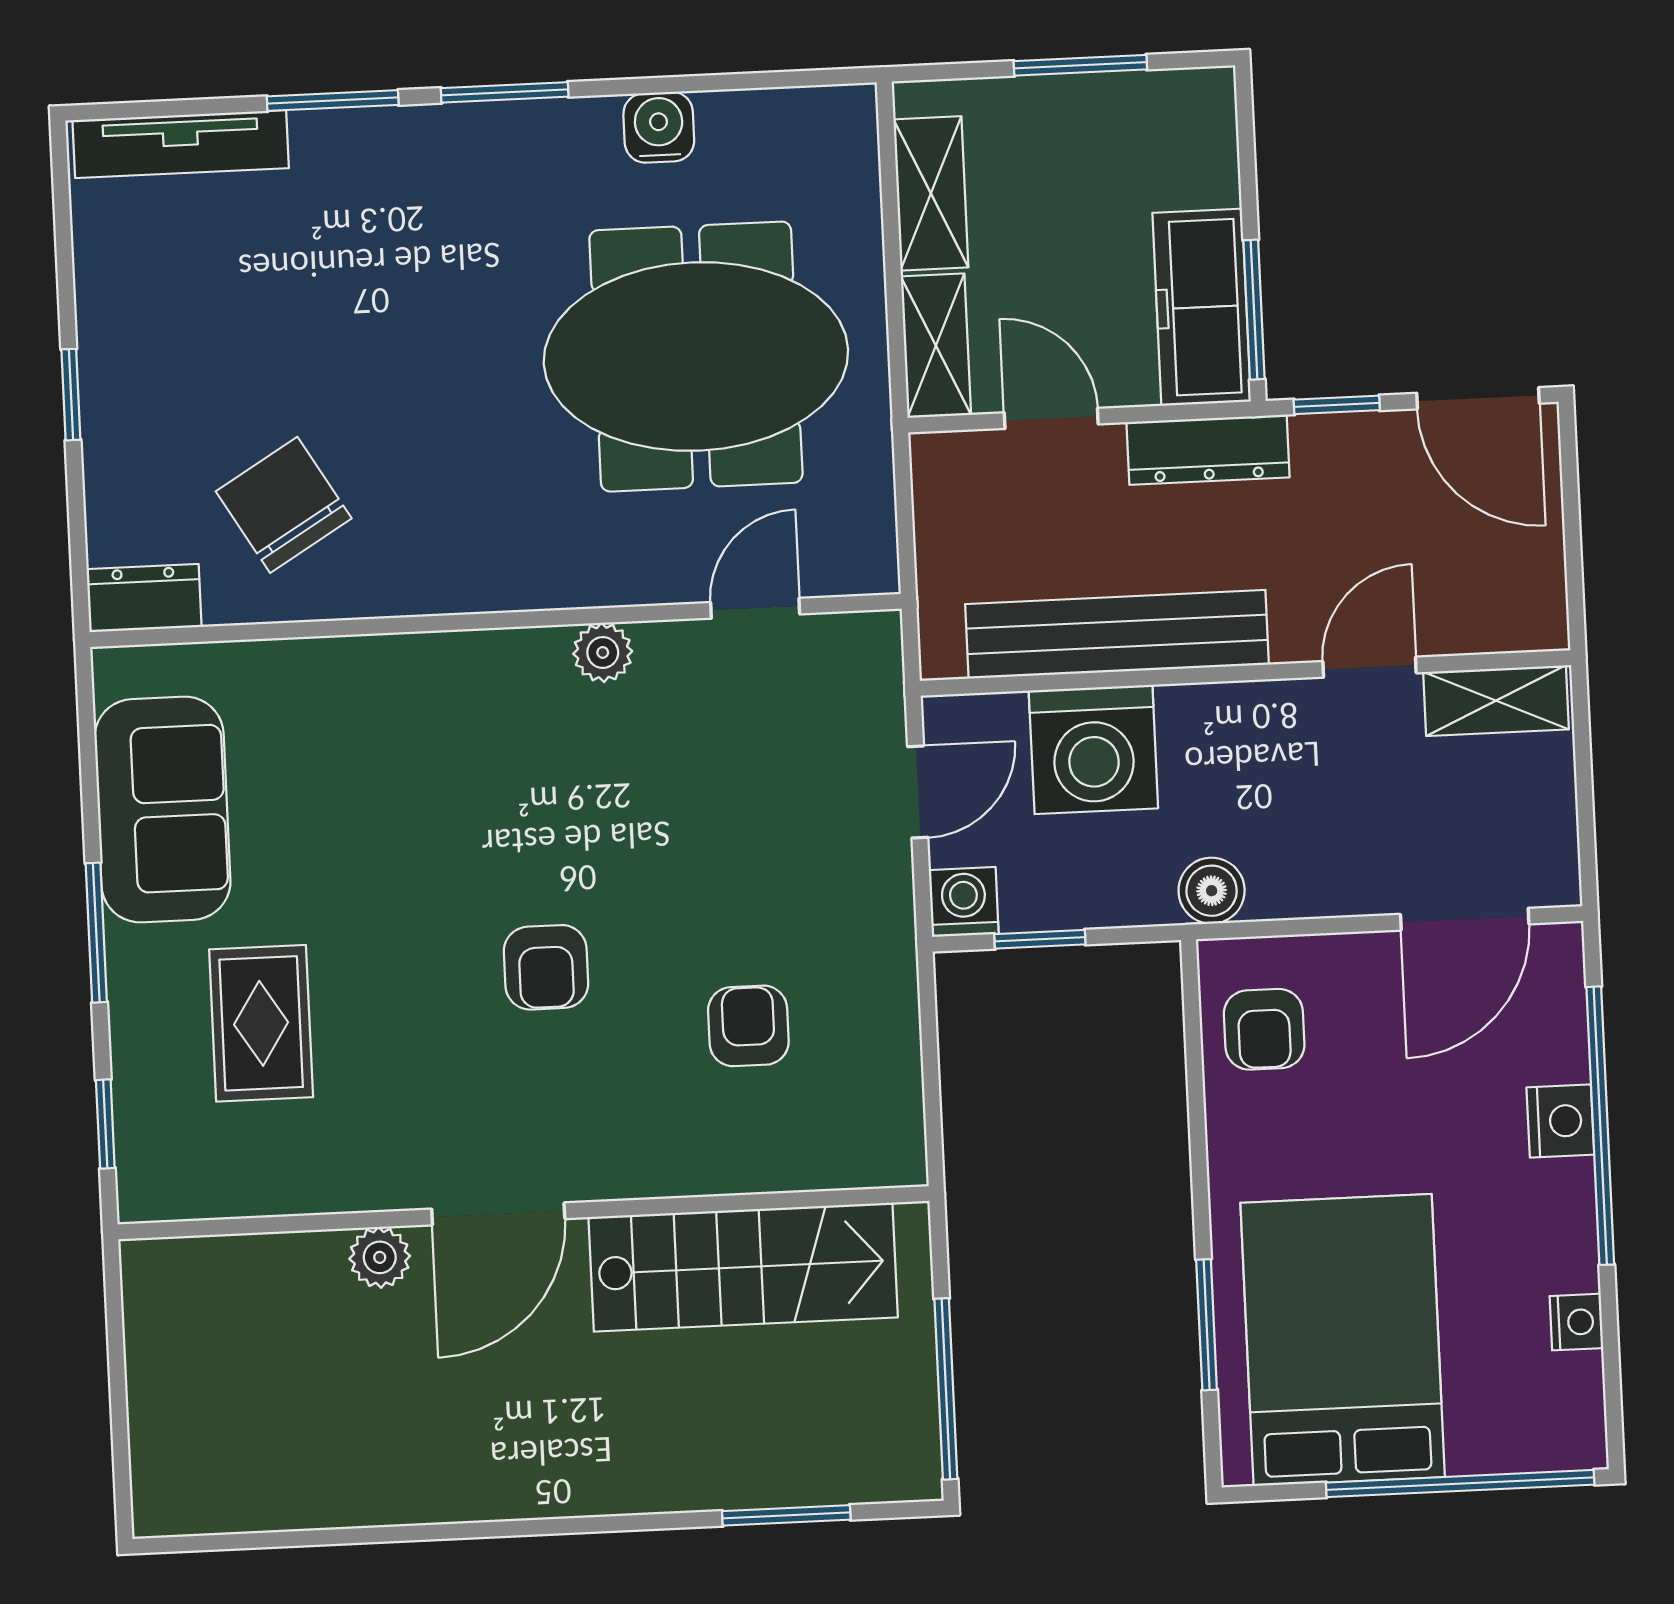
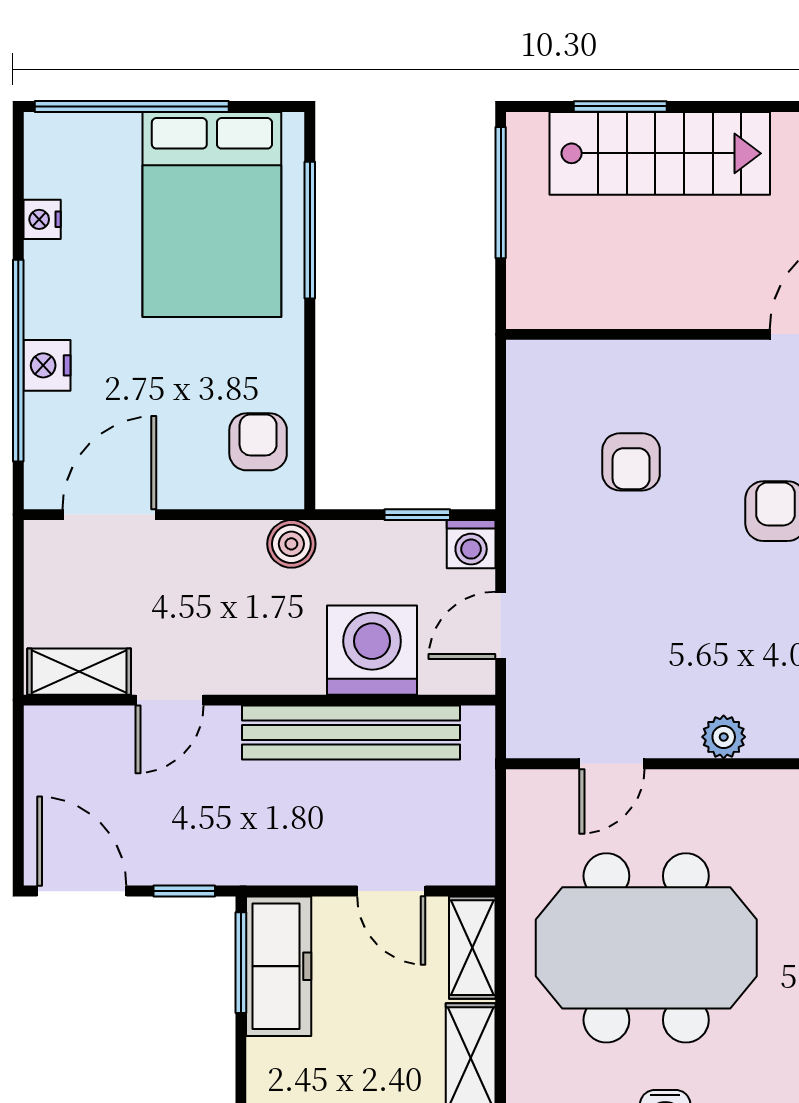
dresser: (1208, 450) -> (279, 863), removed
stairs: (743, 1267) -> (660, 153), moved, turned 180
window: (1207, 1325) -> (310, 230), width x1.44

